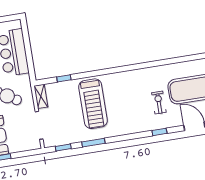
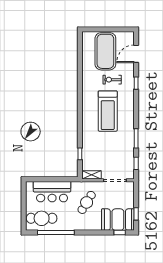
treadmill: (93, 104) -> (108, 111), moved, turned 90

